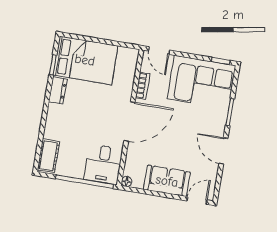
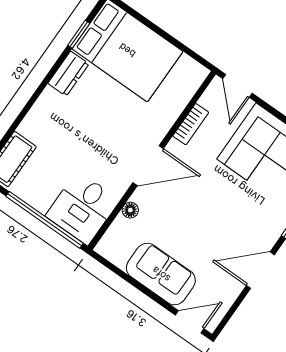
door: (129, 122) -> (148, 166), width x0.73
door: (223, 151) -> (260, 270), hinge flipped
floor lamp: (127, 182) -> (130, 210), moved

